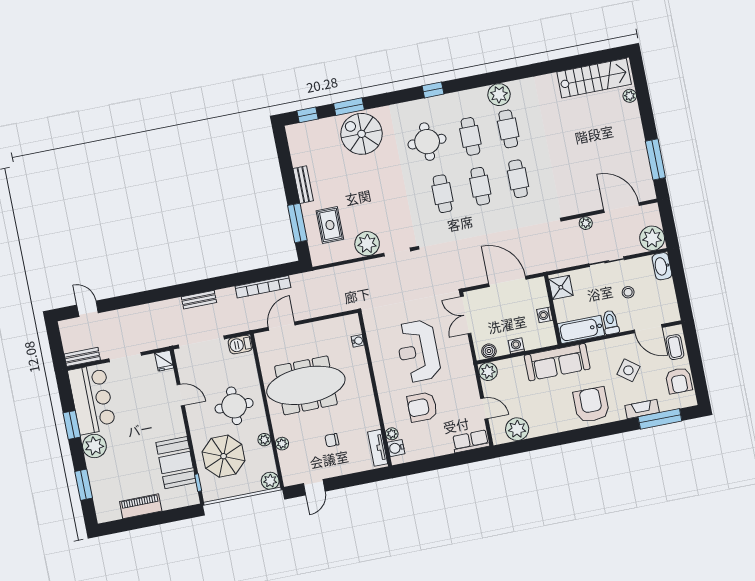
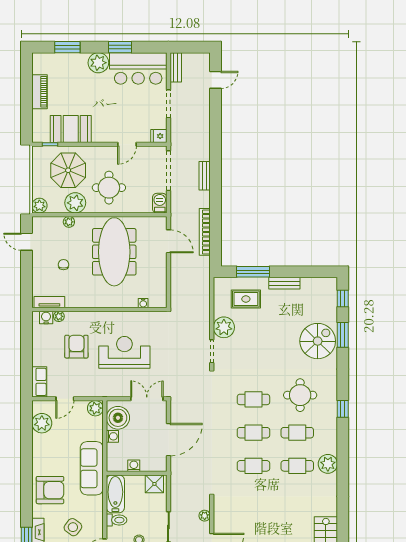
boiler: (489, 351) -> (118, 418), width x1.86, depth x1.86
plant: (264, 440) -> (75, 203), width x1.87, depth x1.87

